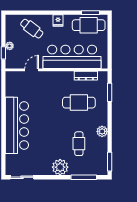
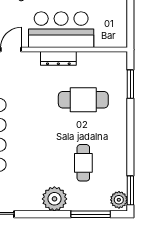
bar counter: (72, 57) -> (61, 30), width x0.73
dresser: (86, 76) -> (58, 58), moved
plant: (102, 131) -> (119, 200), moved

